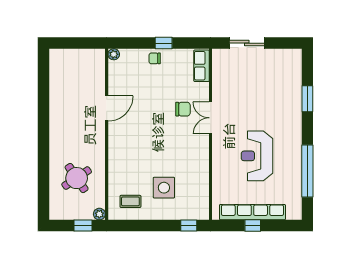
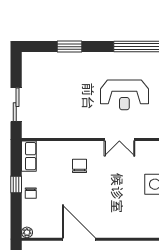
row of seats: (202, 66) -> (29, 156), moved, turned -90
door: (107, 108) -> (79, 239), width x1.36
double door: (211, 118) -> (119, 139), moved

